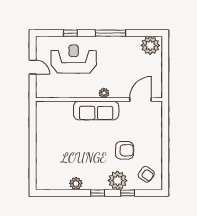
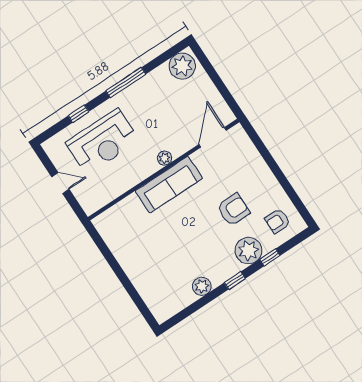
reception desk: (74, 59) -> (102, 142), turned 180
armchair: (146, 174) -> (277, 221), turned 145

